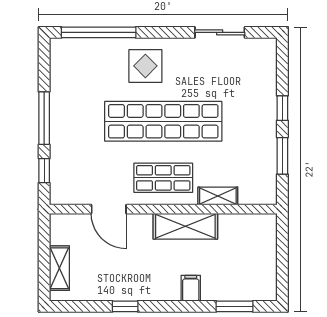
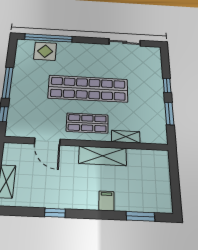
display table: (145, 66) -> (45, 51), moved

